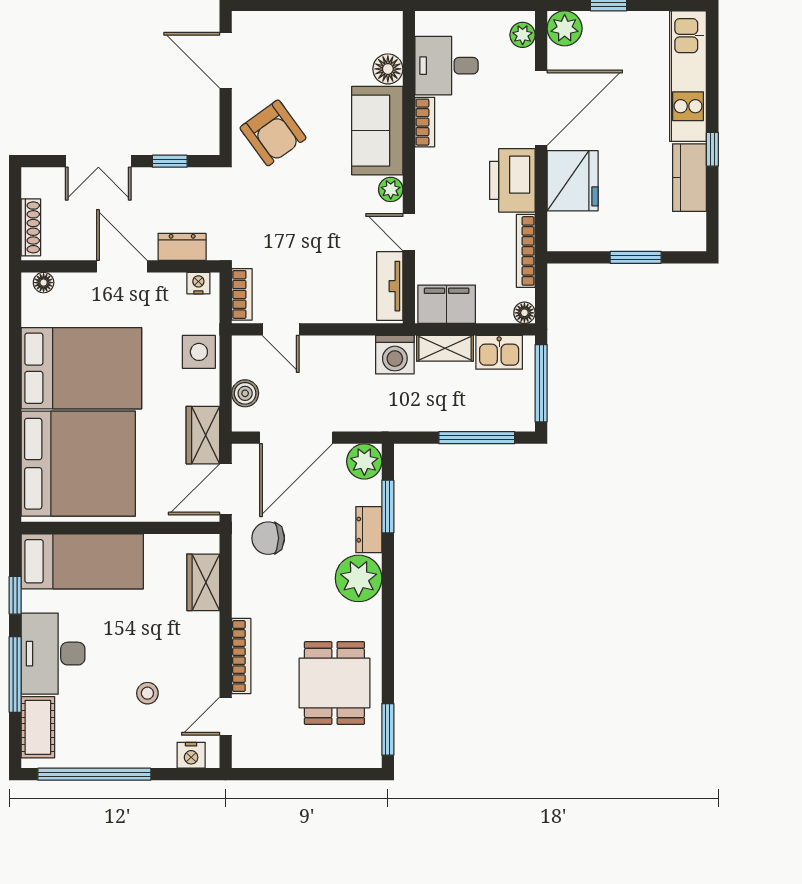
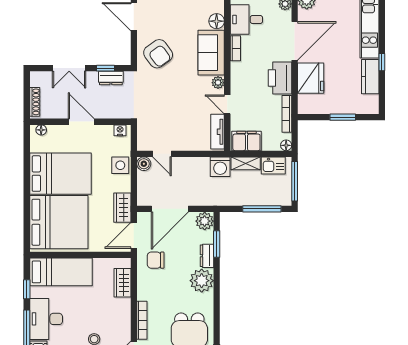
dresser: (182, 247) -> (111, 78), moved, turned 180
bookcase: (242, 294) -> (142, 136), removed
boiler: (245, 393) -> (144, 164), moved

